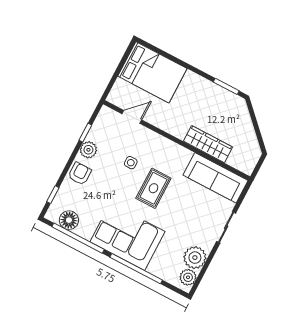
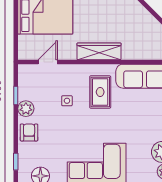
wardrobe: (208, 144) -> (99, 51), moved
rug: (153, 188) -> (100, 92), moved

